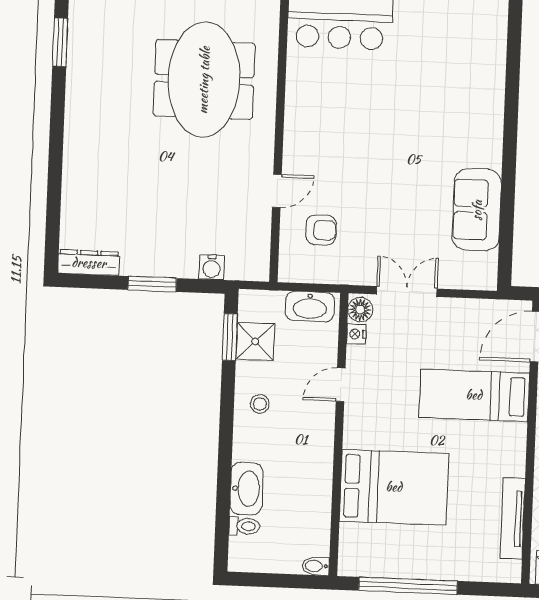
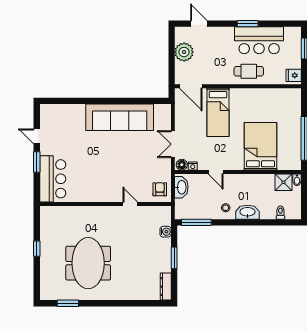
meeting table: (204, 80) -> (88, 263), moved, turned 90
sofa: (477, 210) -> (120, 117), width x1.85, depth x1.27
armchair: (321, 230) -> (160, 189), moved
window: (230, 337) -> (196, 222), width x1.44
shower: (255, 341) -> (283, 182), moved
washbasin: (247, 489) -> (247, 212), moved
tv unit: (513, 519) -> (272, 93), removed

